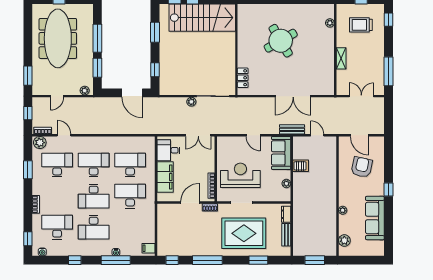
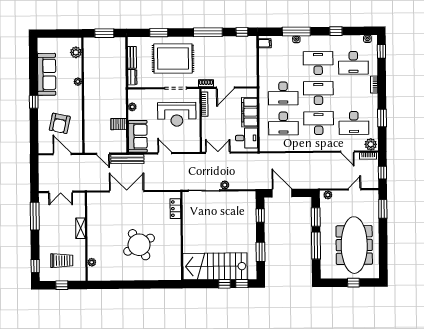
bench: (292, 129) -> (127, 159), width x1.36
desk: (94, 165) -> (319, 123), turned 180

